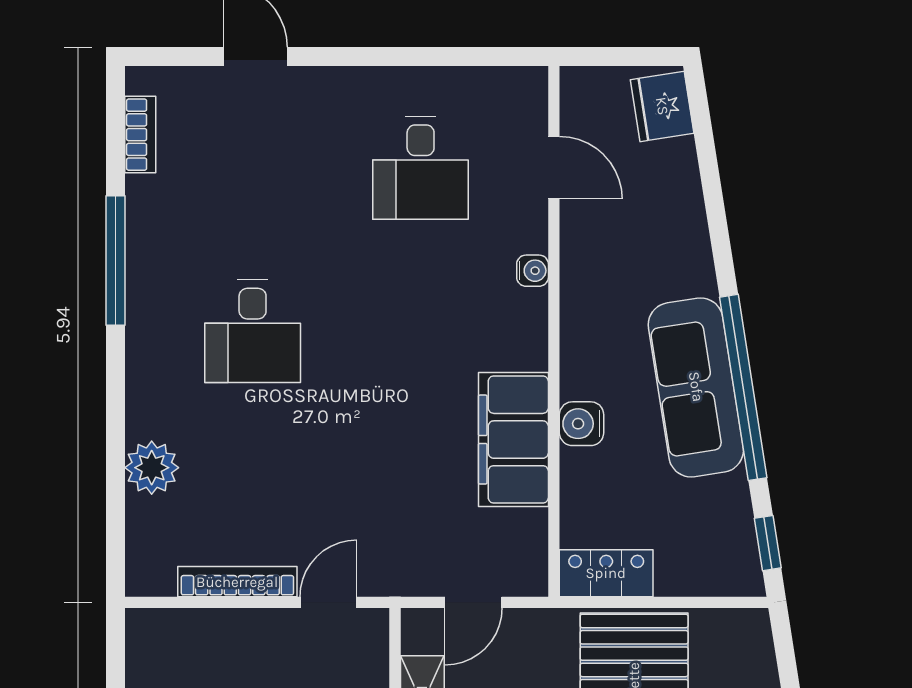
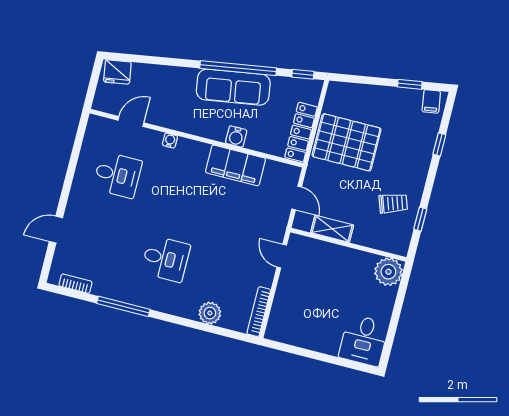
locker: (606, 573) -> (301, 132), width x1.53
bookcase: (237, 582) -> (259, 312), moved

